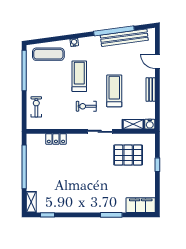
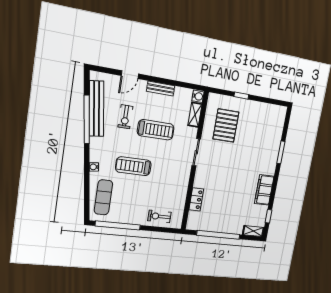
treadmill: (114, 91) -> (156, 130), turned 180
exercise bike: (86, 106) -> (125, 117), moved
filing cabinet: (141, 205) -> (264, 190), moved

